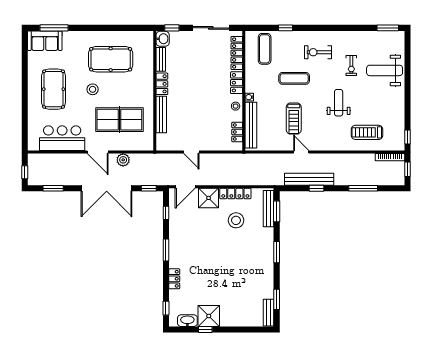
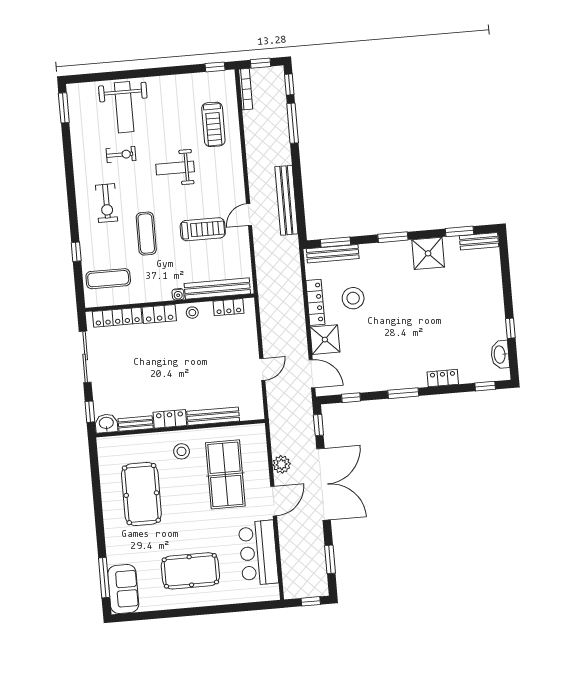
stool: (93, 89) -> (182, 451), moved
window: (316, 188) -> (289, 85), moved
shower: (209, 316) -> (428, 253), moved

